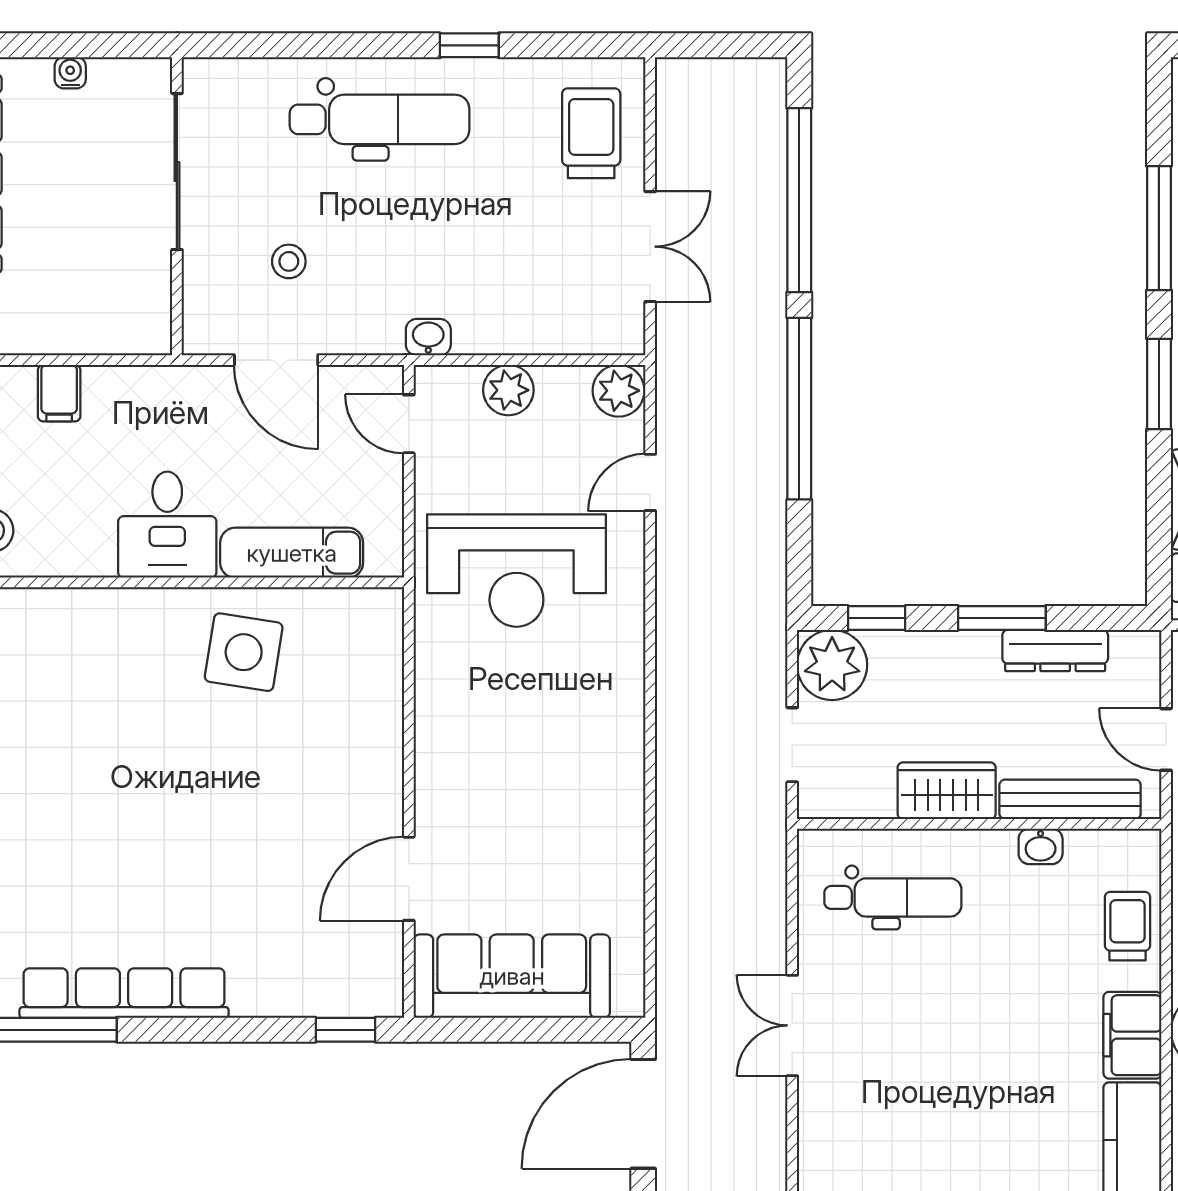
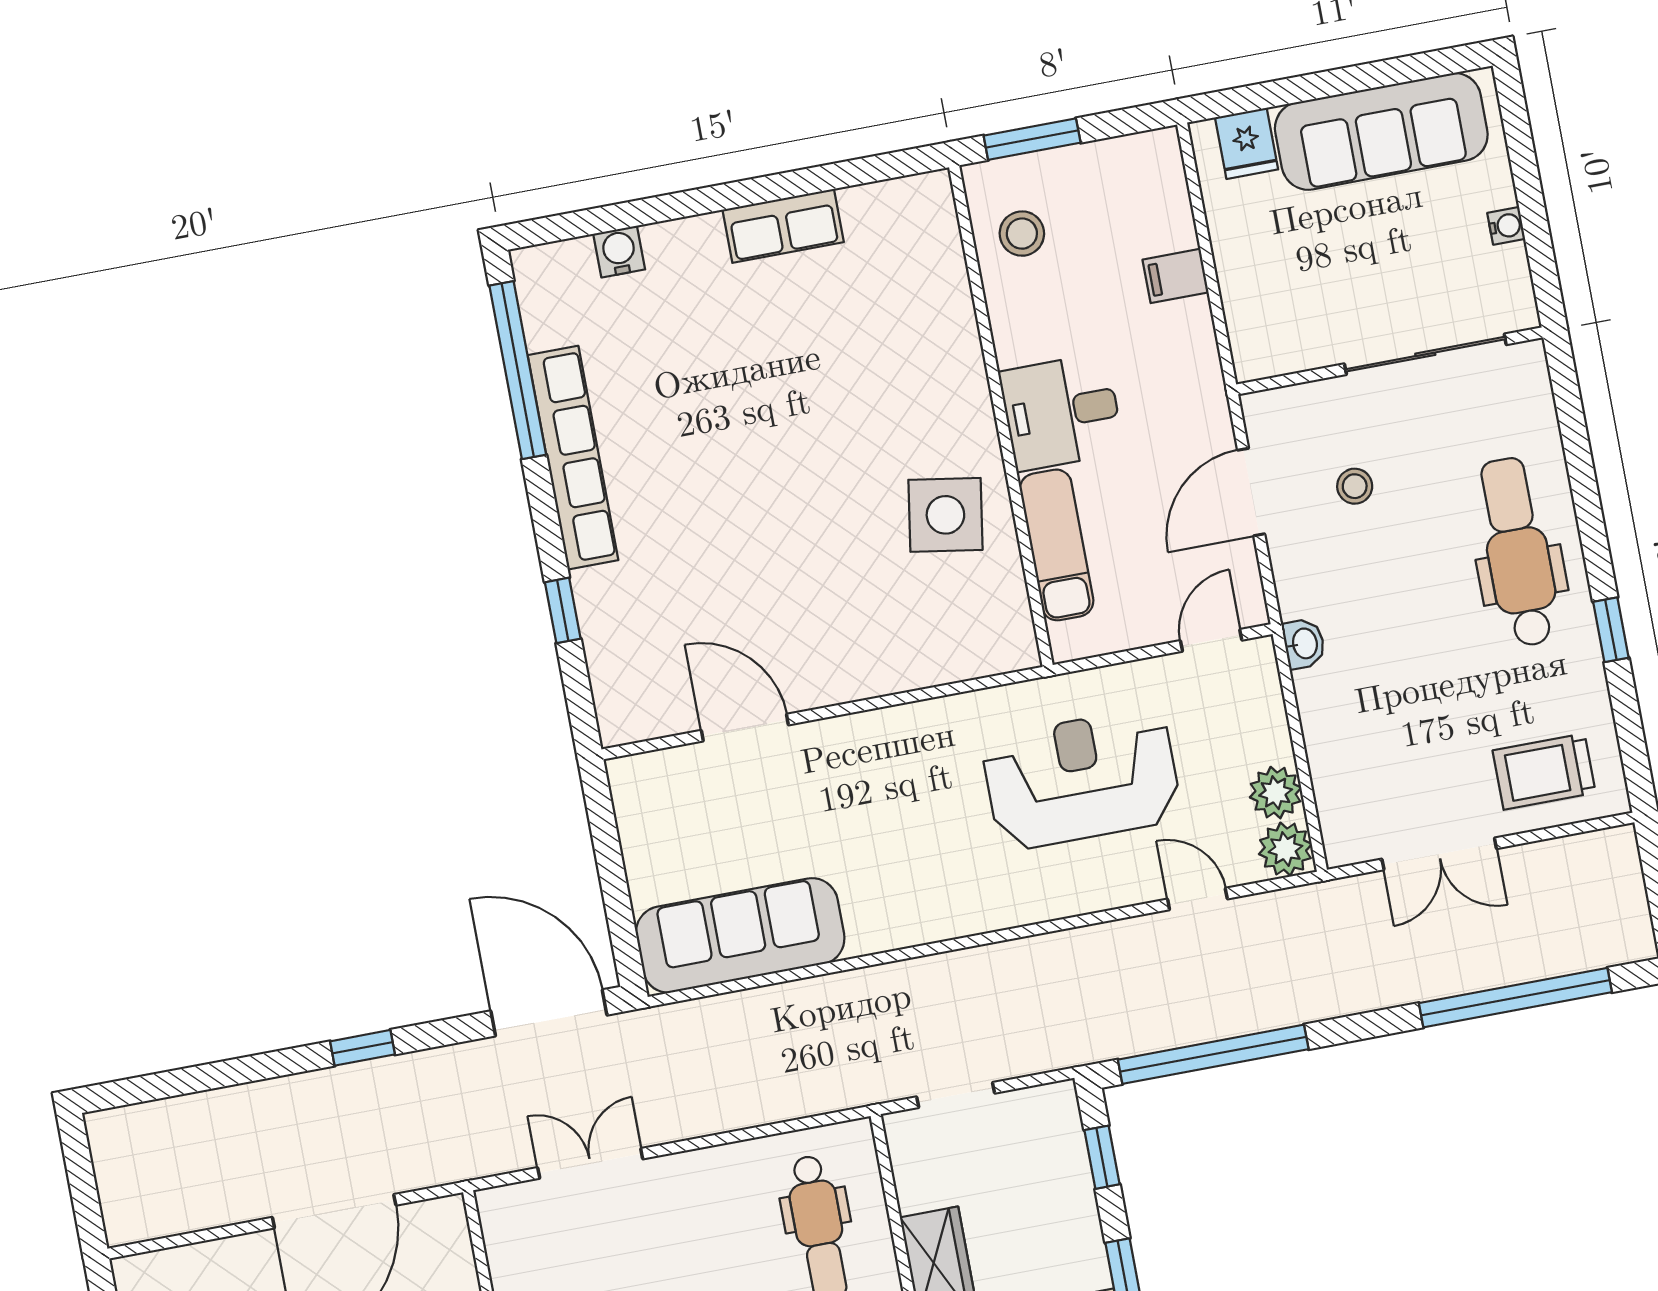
dental chair: (380, 119) -> (1518, 552), turned 180
trolley: (591, 133) -> (1544, 772), turned 180
plant: (508, 390) -> (1276, 793), moved
window: (799, 409) -> (1213, 1054), moved
reception desk: (516, 571) -> (1081, 779), turned 90
plant: (832, 665) -> (1045, 1121), removed
sofa: (512, 976) -> (740, 935), moved, turned -90
double door: (792, 1025) -> (590, 1163), moved
window: (346, 1030) -> (563, 610), moved

